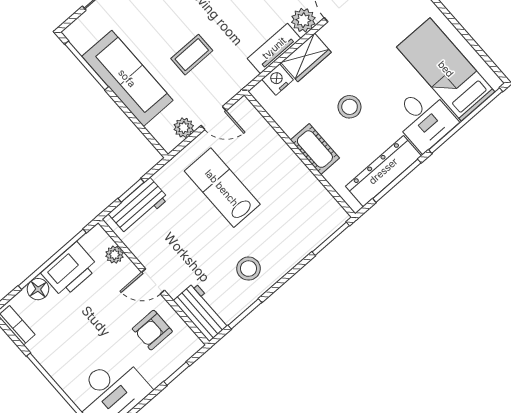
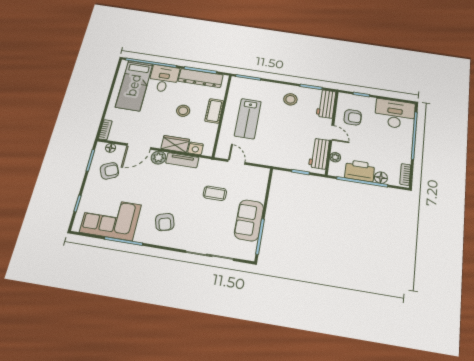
sofa: (127, 78) -> (249, 220), width x0.73
plant: (184, 128) -> (252, 171), removed
lab bench: (222, 188) -> (248, 119), moved
workbench: (138, 206) -> (319, 154), moved, turned -90

